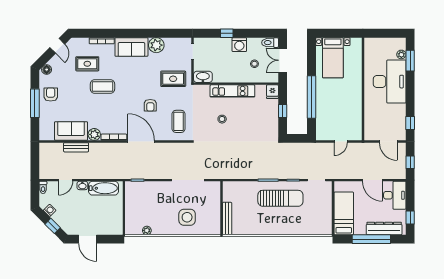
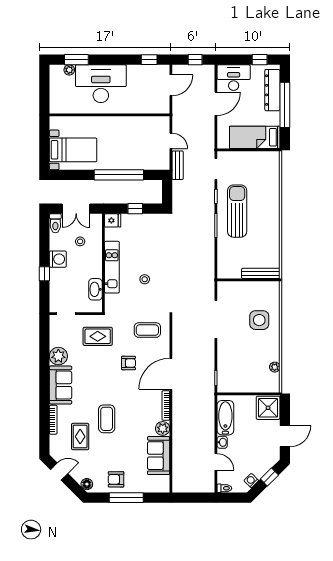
washbasin: (203, 77) -> (95, 289), moved
rug: (173, 79) -> (98, 336), turned 90
bench: (76, 147) -> (178, 165), moved
shower: (112, 225) -> (268, 408), added

